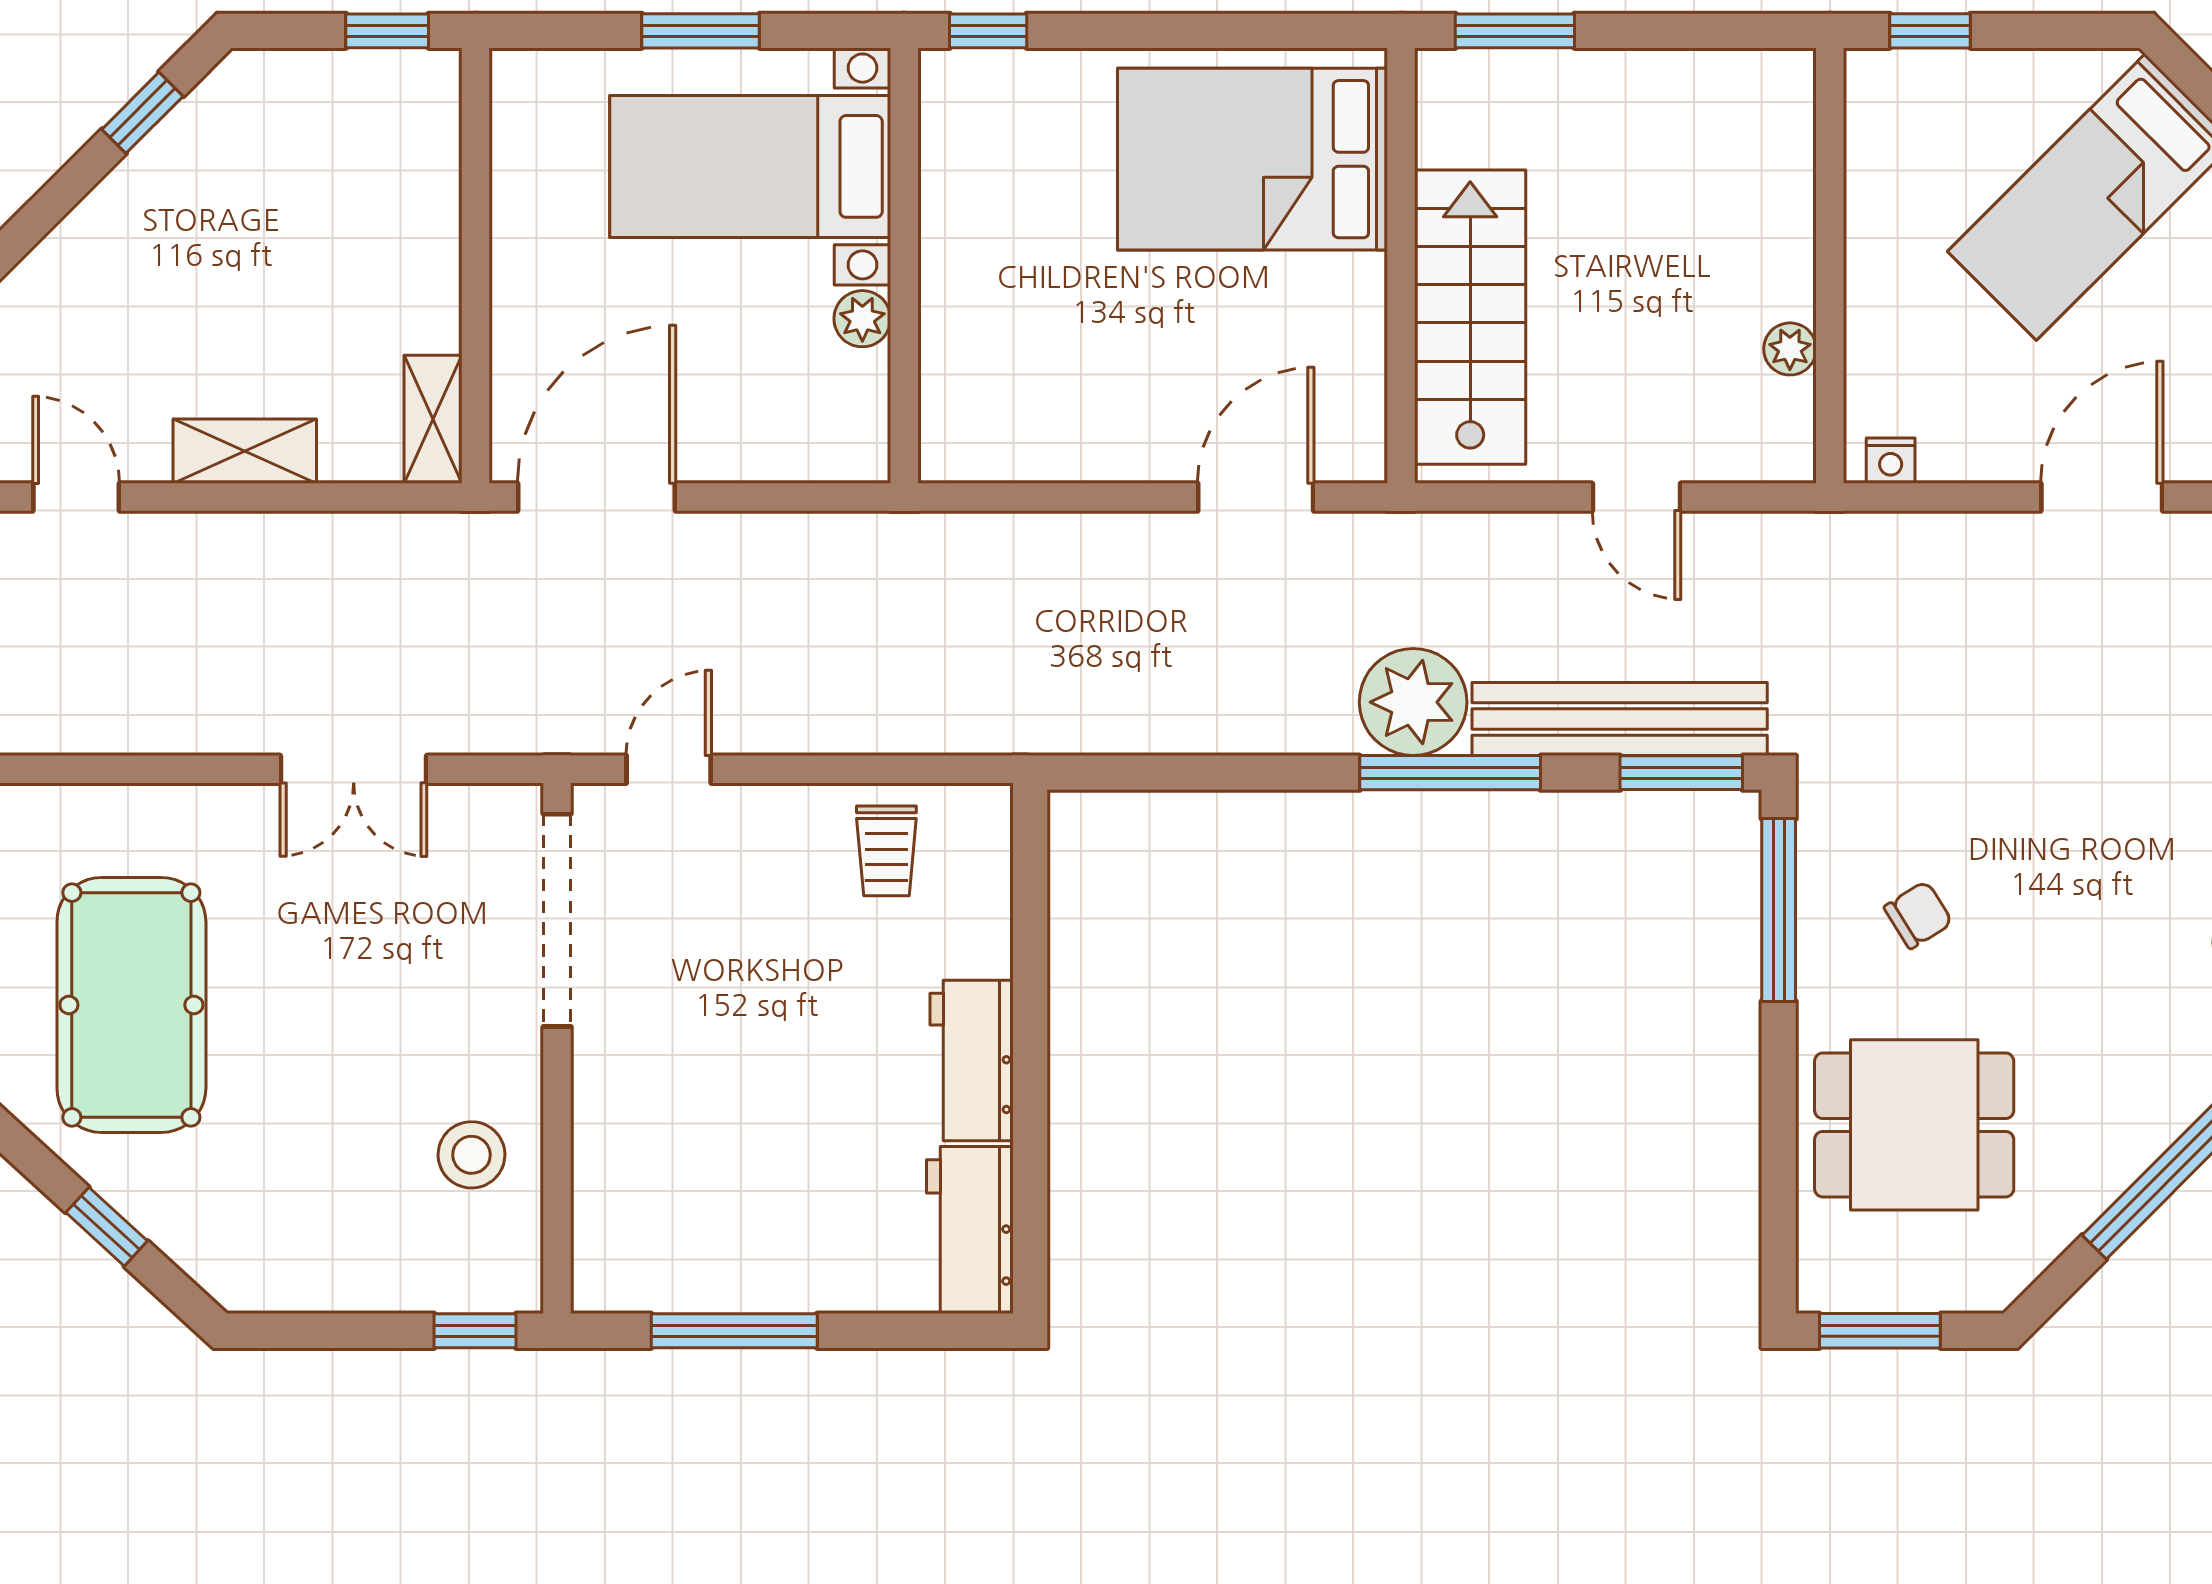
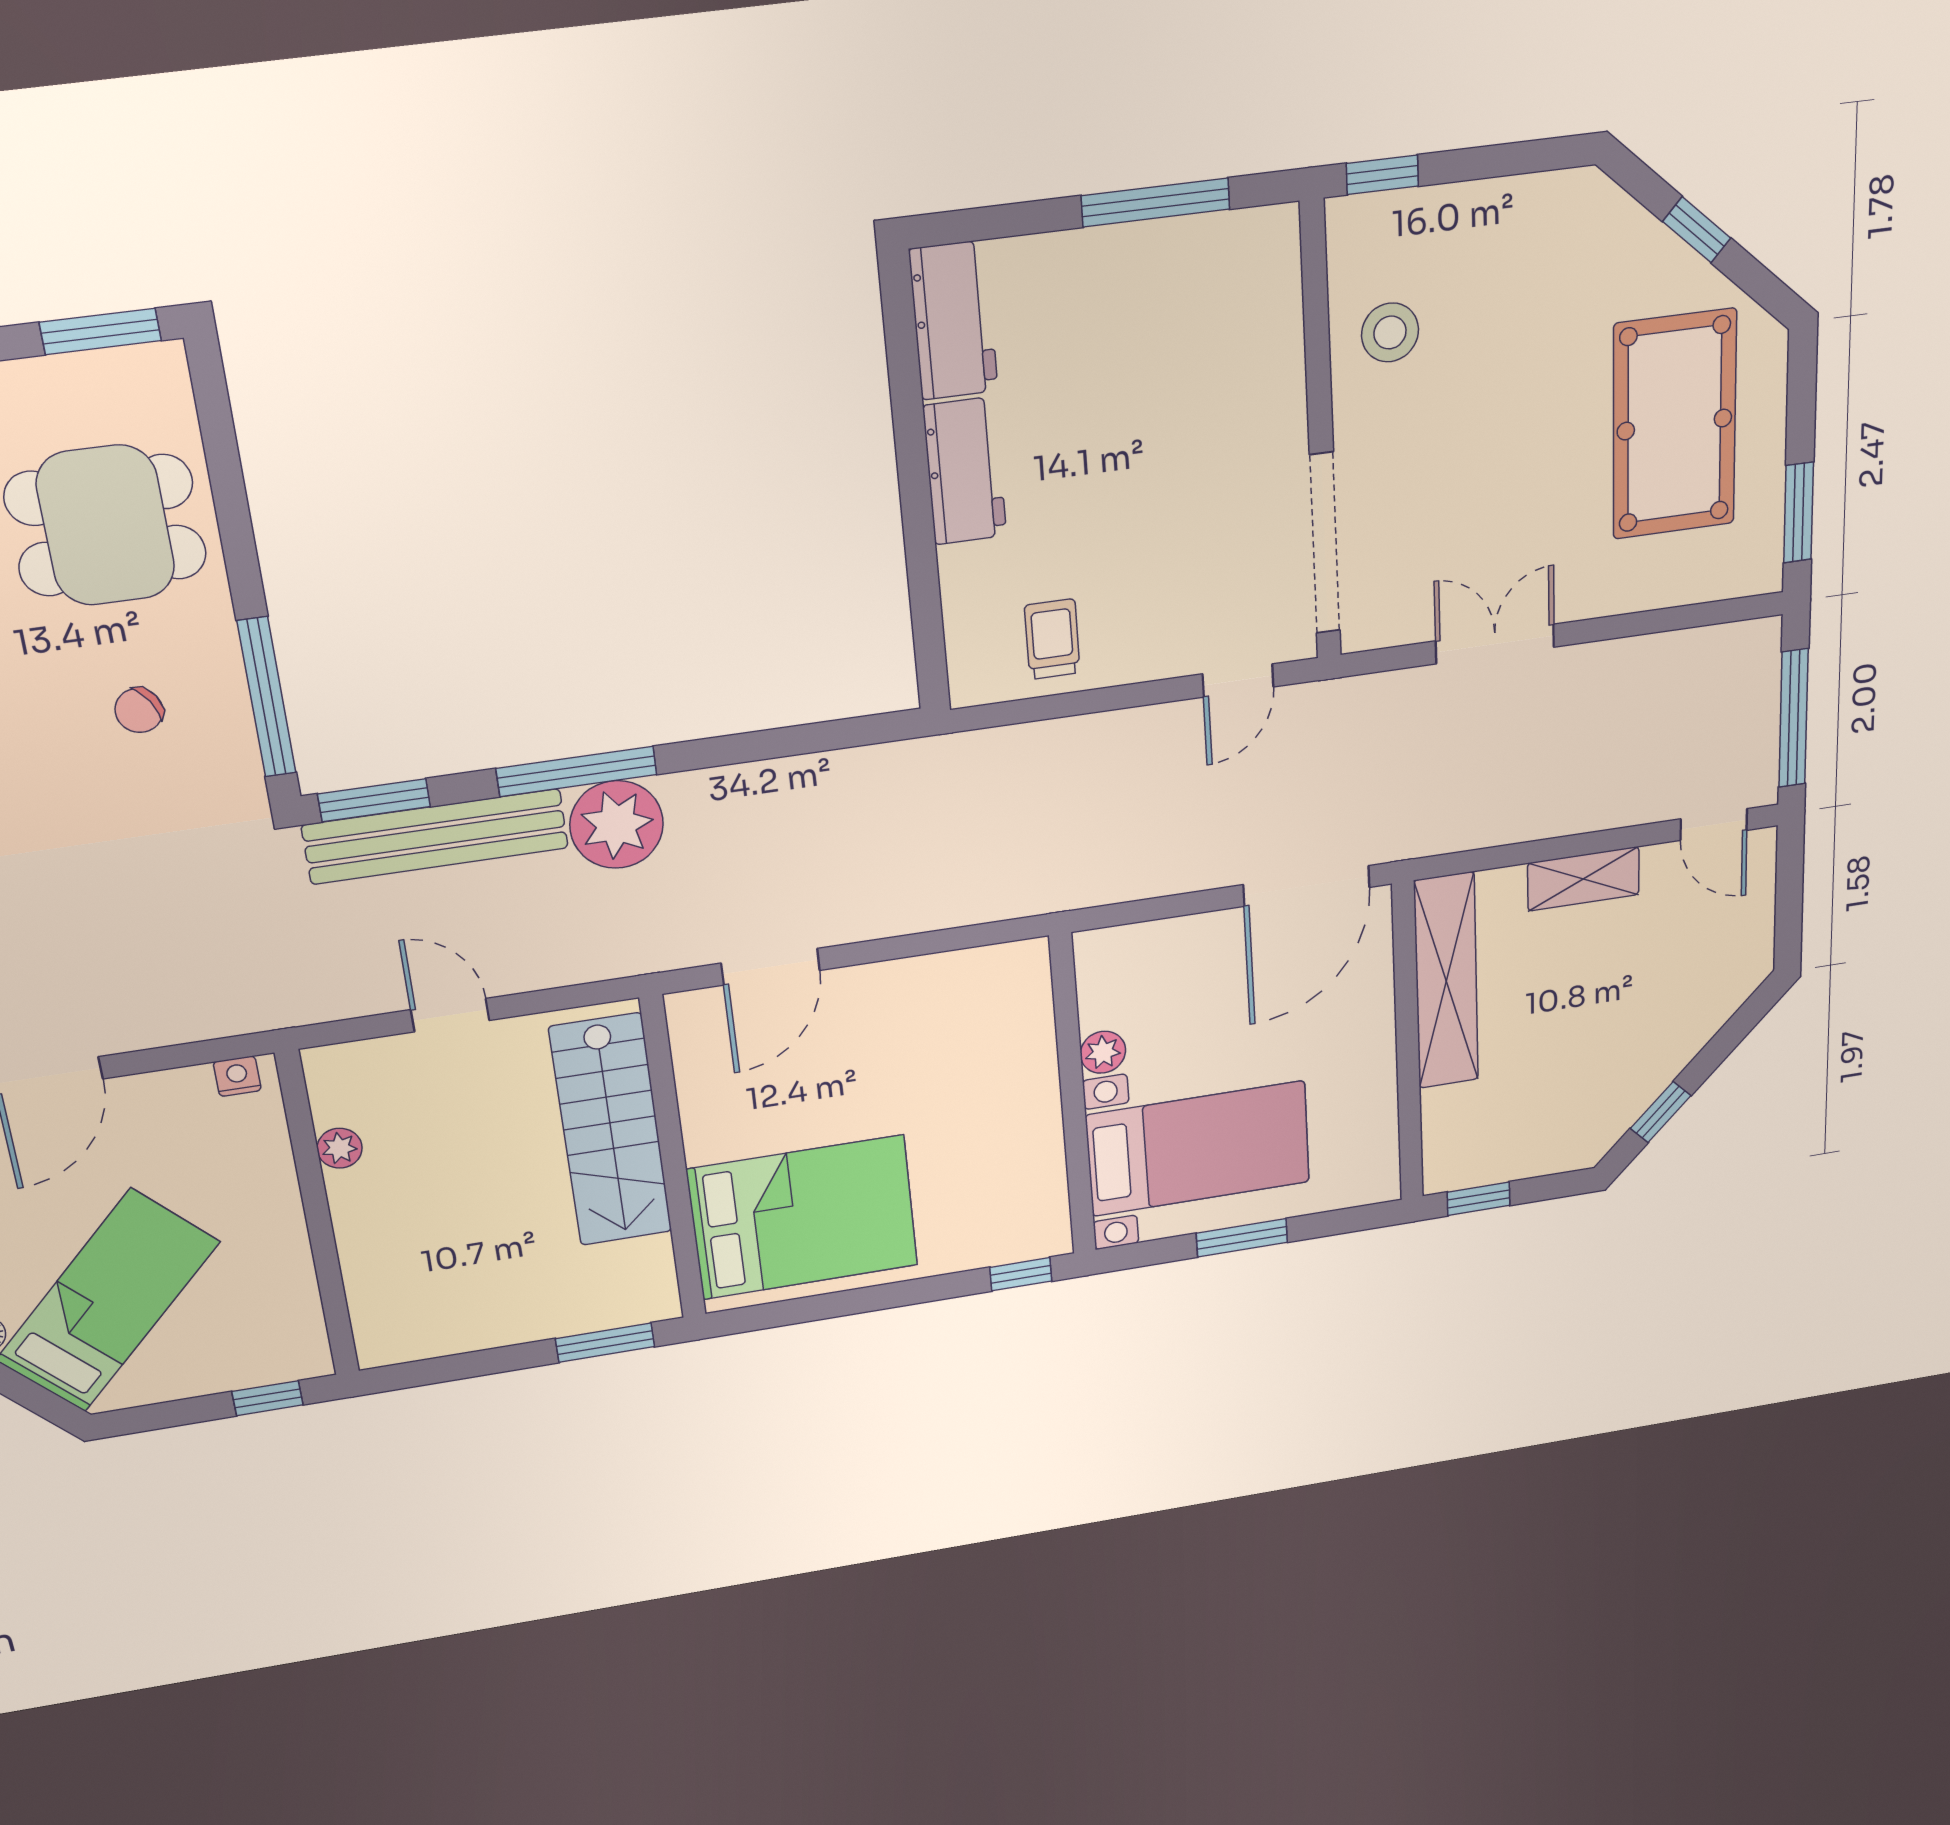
shelving: (433, 419) -> (1446, 981), width x2.20, depth x1.33

